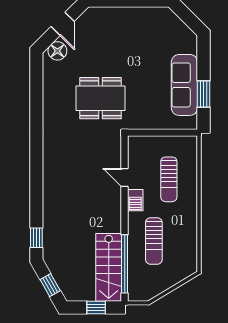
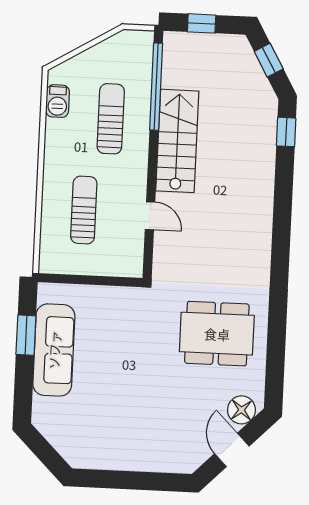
dining table: (101, 98) -> (217, 334), moved
barbecue: (135, 200) -> (58, 101), moved, turned 180
stairs: (109, 267) -> (177, 141), moved

